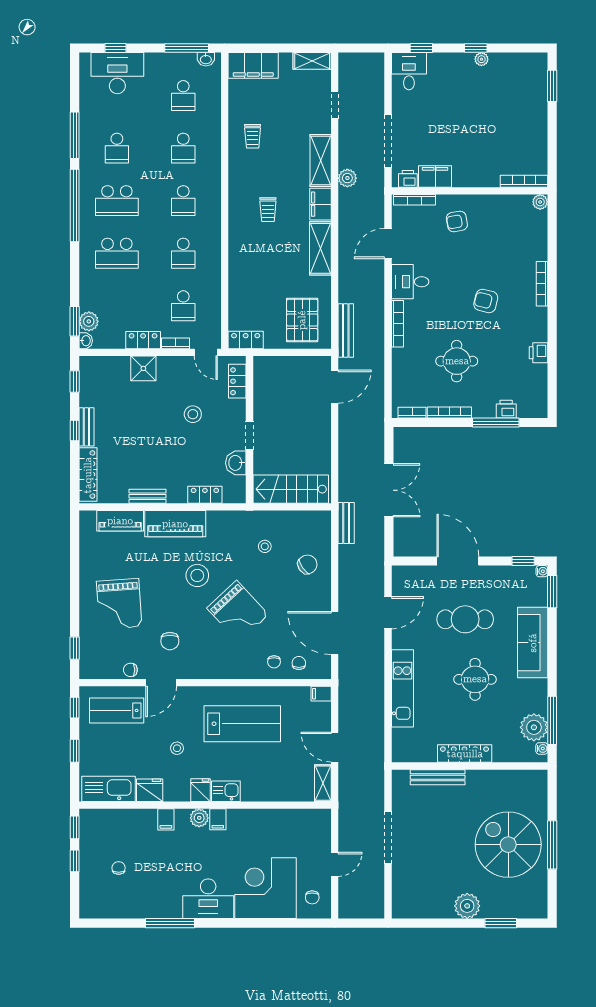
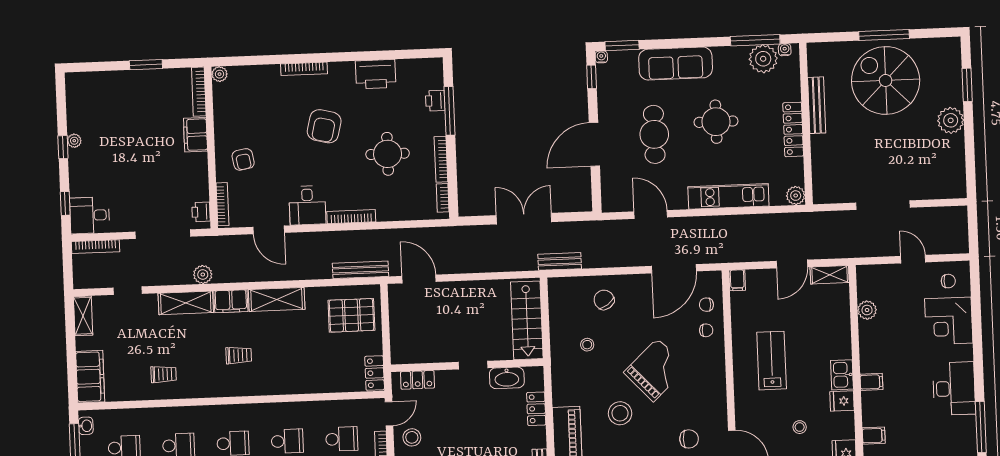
bookcase: (378, 76) -> (96, 247), added
window: (552, 86) -> (146, 65), moved
filing cabinet: (435, 176) -> (195, 135), moved
armchair: (486, 301) -> (324, 126), width x1.38, depth x1.38
printer: (539, 353) -> (376, 74), width x1.87, depth x1.48
stool: (193, 414) -> (412, 437), moved
washbasin: (236, 463) -> (507, 378), width x1.38
lab bench: (242, 724) -> (772, 361), width x0.73, depth x0.72
plant: (401, 753) -> (796, 196), added
bench: (438, 777) -> (817, 105), moved
plant: (199, 818) -> (867, 310), moved
spiral stairs: (508, 845) -> (886, 80), turned 90
corner desk: (266, 888) -> (949, 321), width x0.74, depth x0.74

